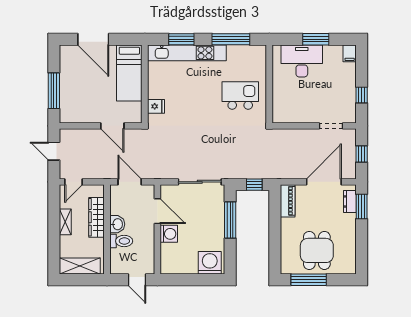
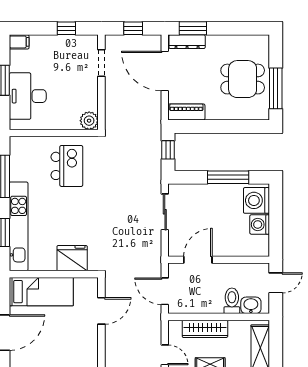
kitchen island: (240, 95) -> (67, 166), turned 180
fridge: (156, 106) -> (72, 258), width x1.88, depth x1.34
plant: (280, 115) -> (89, 121), added
door: (130, 182) -> (165, 291), hinge flipped
sliding door: (200, 182) -> (165, 212), width x0.73
dresser: (350, 201) -> (187, 42), width x1.44
window: (230, 220) -> (228, 177), moved
washbasin: (117, 224) -> (251, 305), moved
washing machine: (169, 234) -> (260, 224), moved, turned -90

